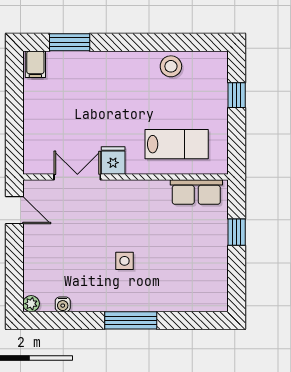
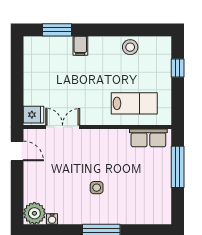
filing cabinet: (35, 64) -> (80, 46), moved
fridge: (113, 160) -> (33, 115), moved, turned 90
window: (237, 232) -> (178, 167), width x2.17
plant: (31, 304) -> (34, 213), width x1.87, depth x1.87

